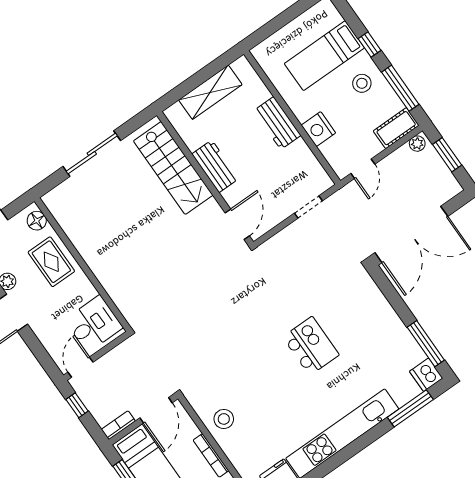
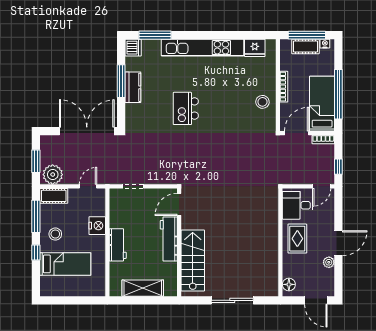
plant: (417, 144) -> (53, 175), width x1.87, depth x1.87
workbench: (215, 166) -> (169, 239), width x1.38
rug: (51, 262) -> (297, 239), moved
kitchen counter: (393, 327) -> (133, 87), added
window: (426, 344) -> (121, 81), moved

